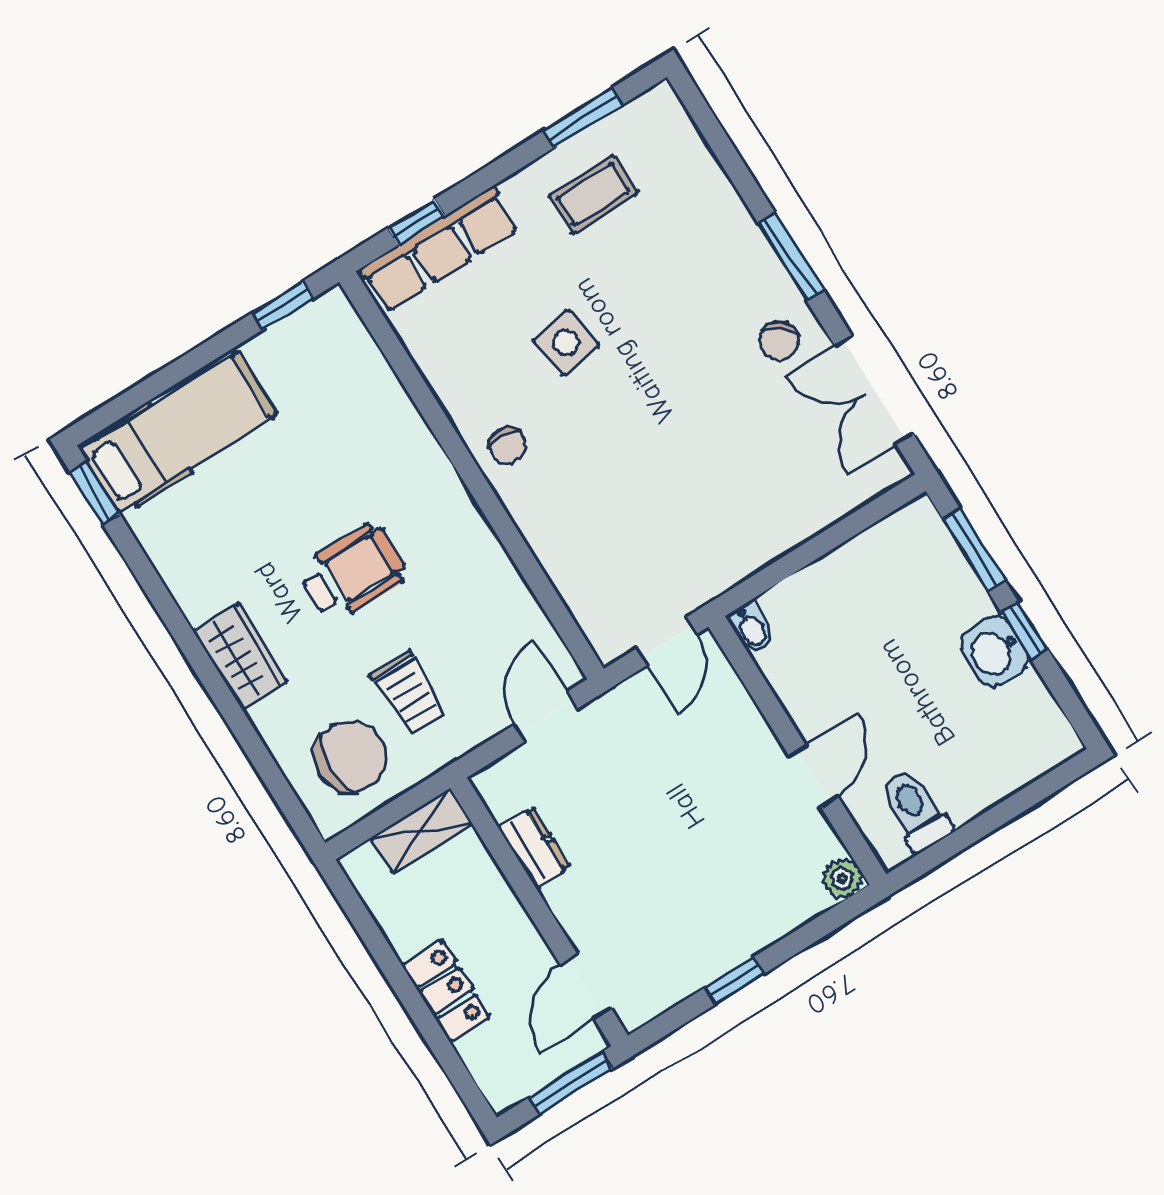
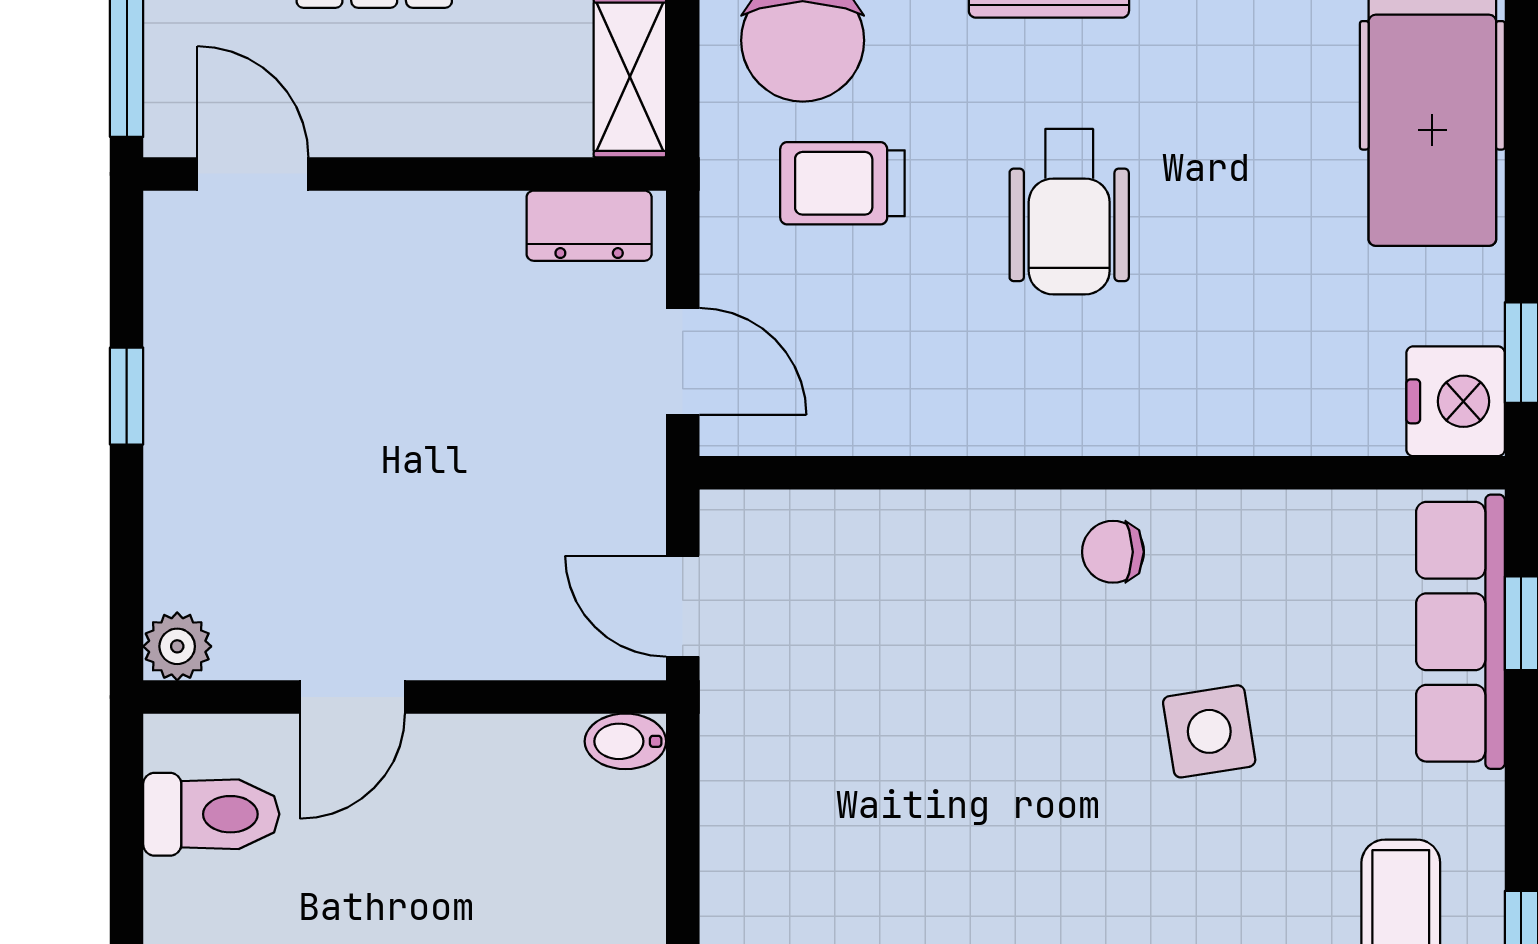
nightstand: (327, 323) -> (1456, 401), added
door: (813, 776) -> (352, 697), hinge flipped
dresser: (534, 848) -> (589, 226), moved

